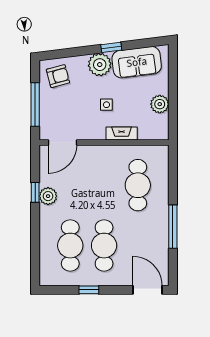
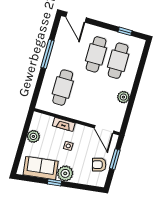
armchair: (58, 76) -> (99, 165), moved
window: (35, 105) -> (115, 159), width x0.69
door: (62, 142) -> (104, 129), swing flipped
window: (35, 192) -> (131, 102), removed
window: (89, 290) -> (125, 31), moved

